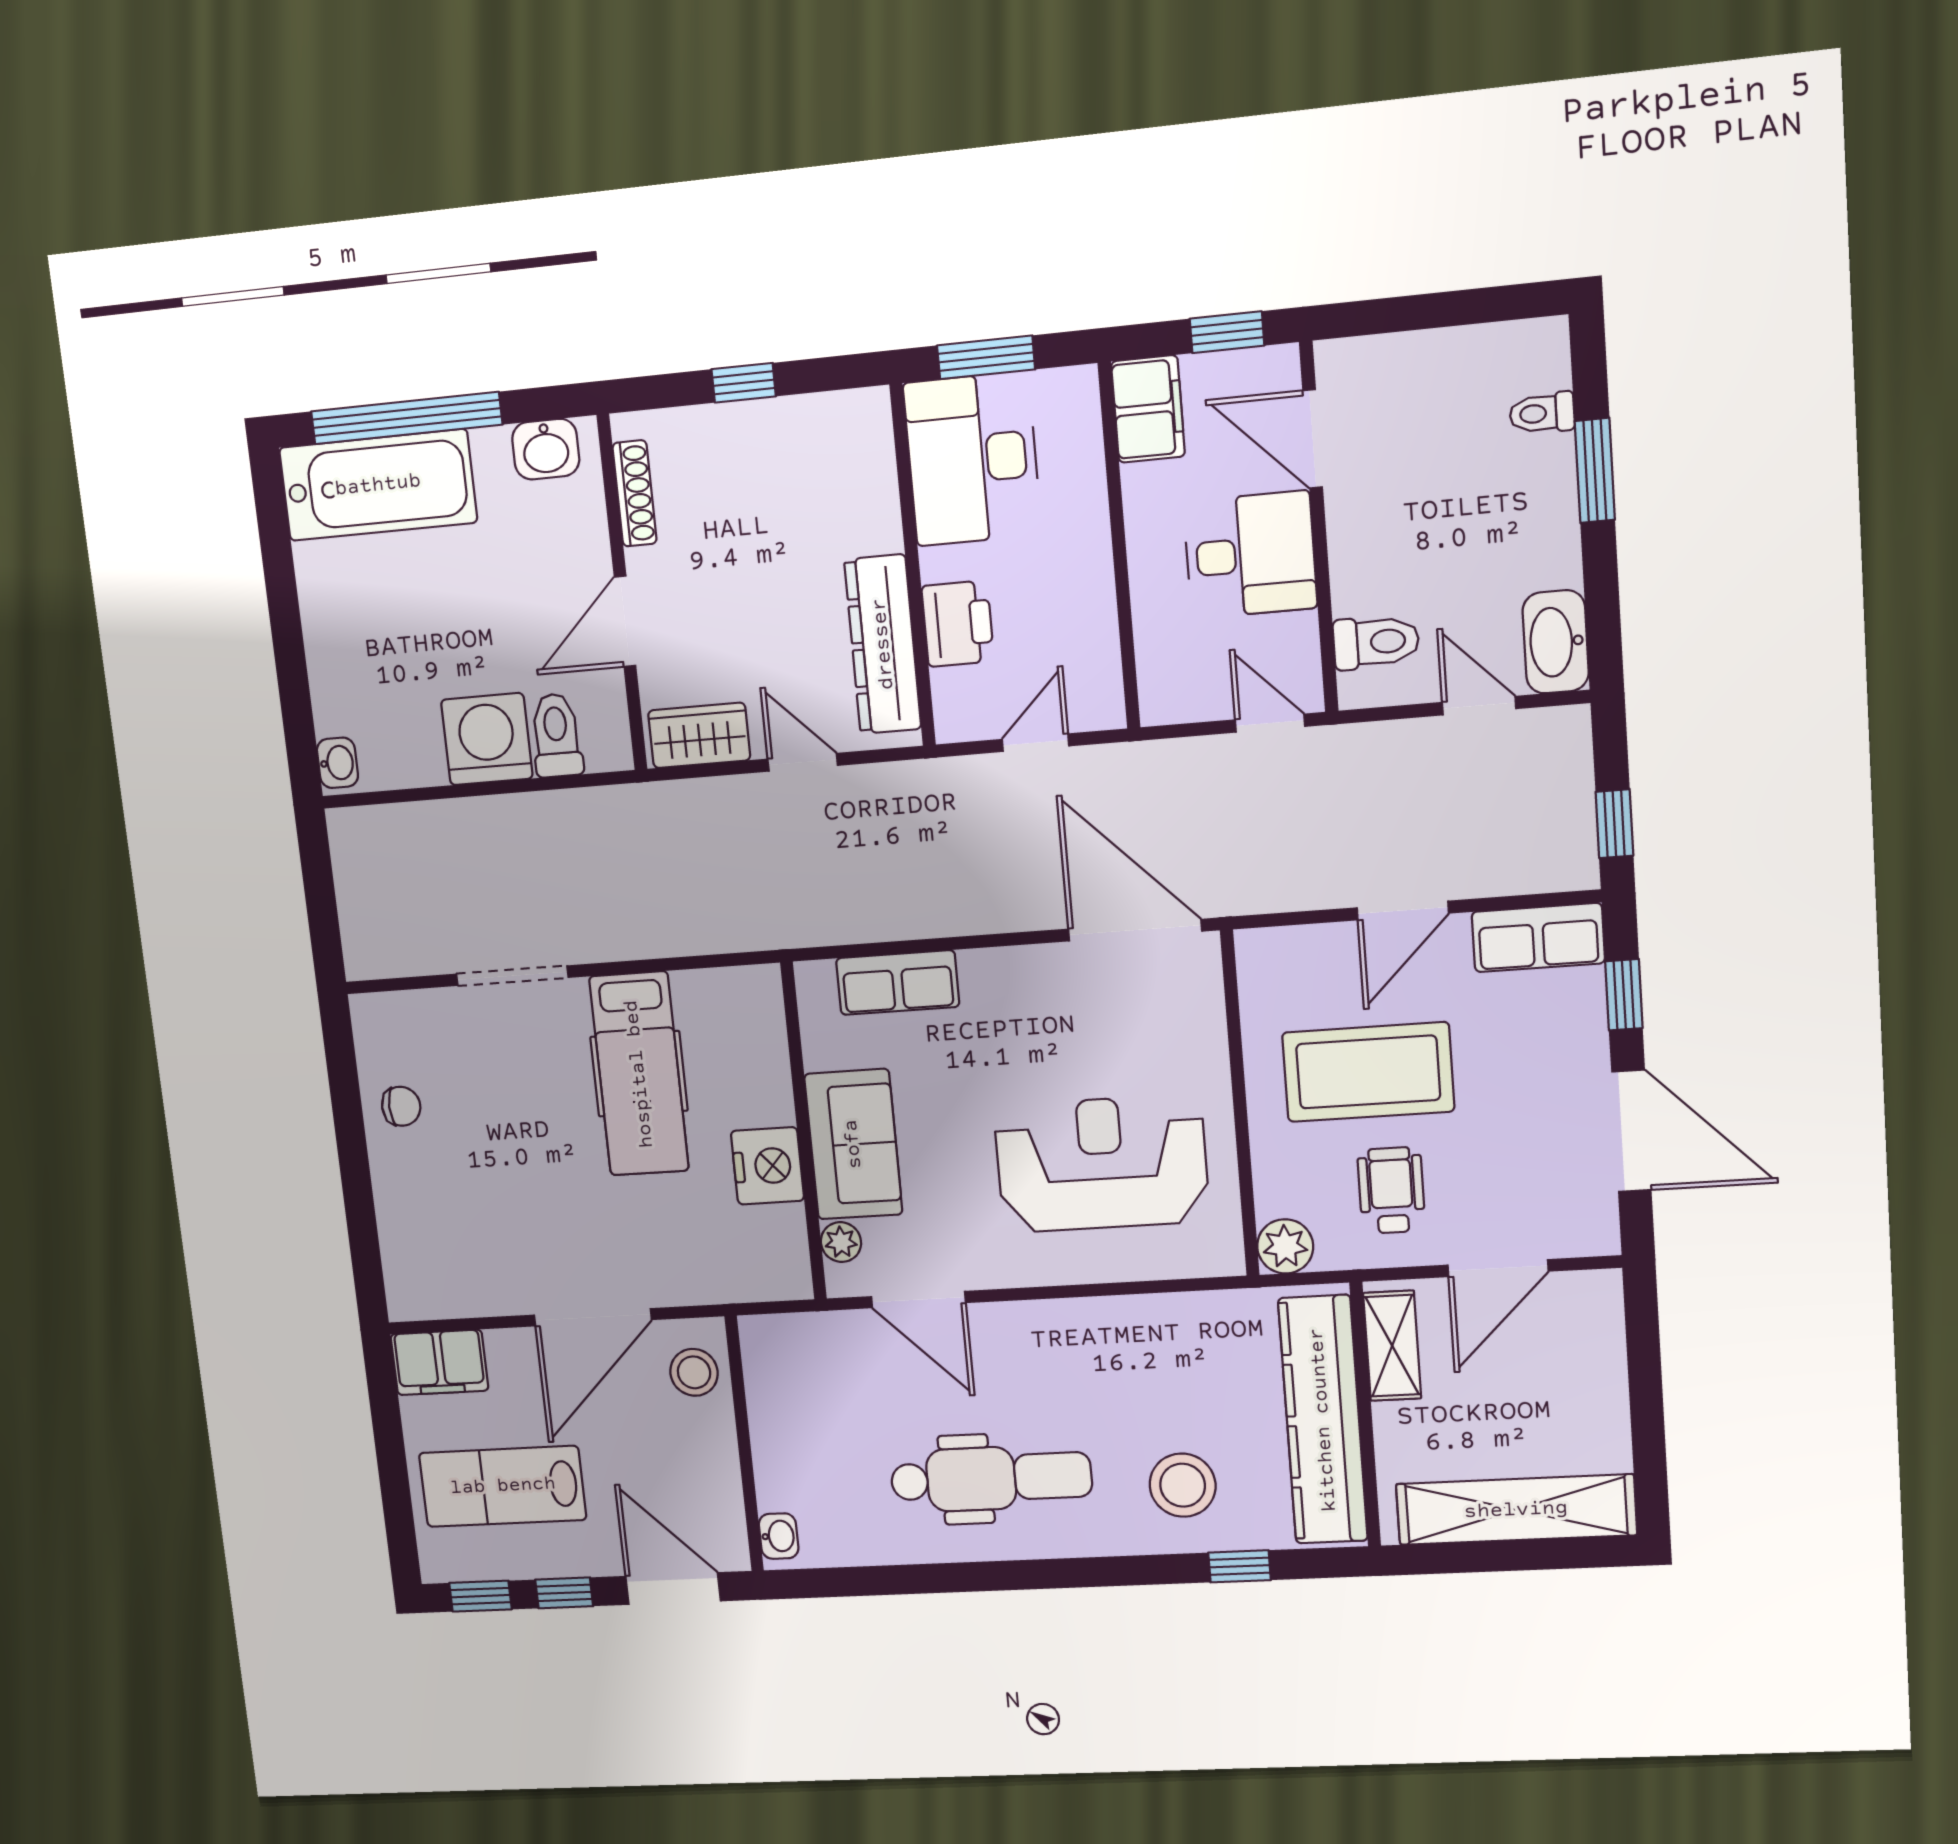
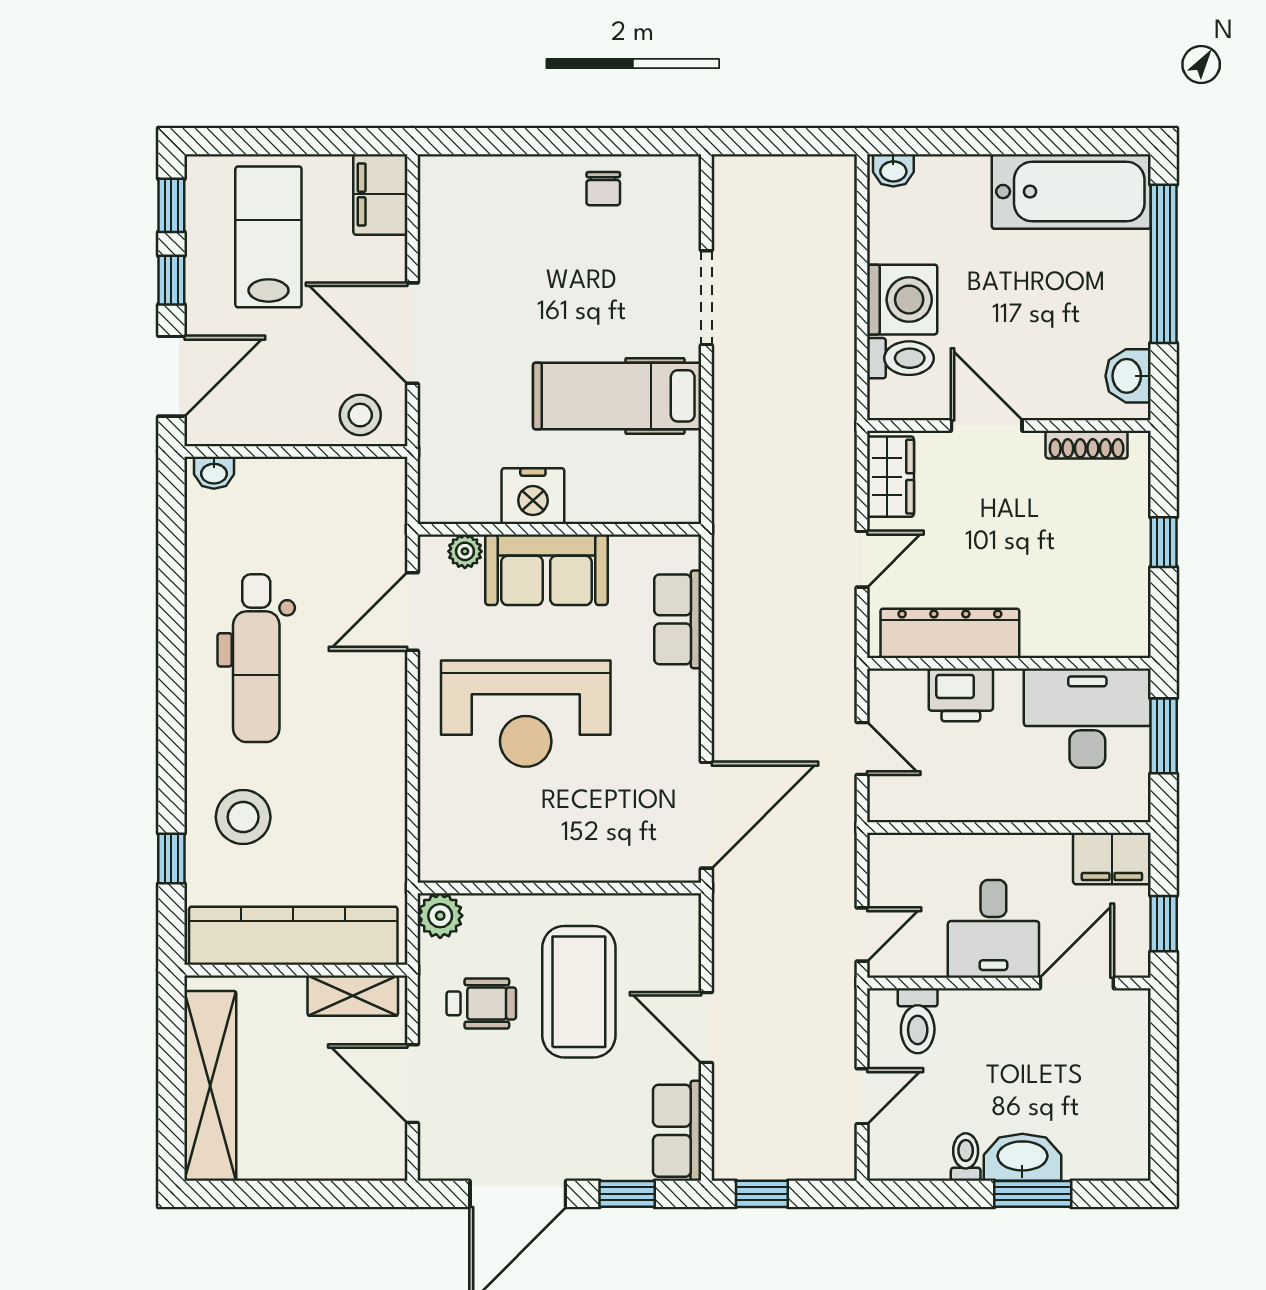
toilet: (1542, 413) -> (966, 1157), moved
bathtub: (378, 485) -> (1071, 192), moved, turned -90
washbasin: (1556, 642) -> (1022, 1157), moved
reception desk: (1102, 1164) -> (526, 714), moved, turned 90

